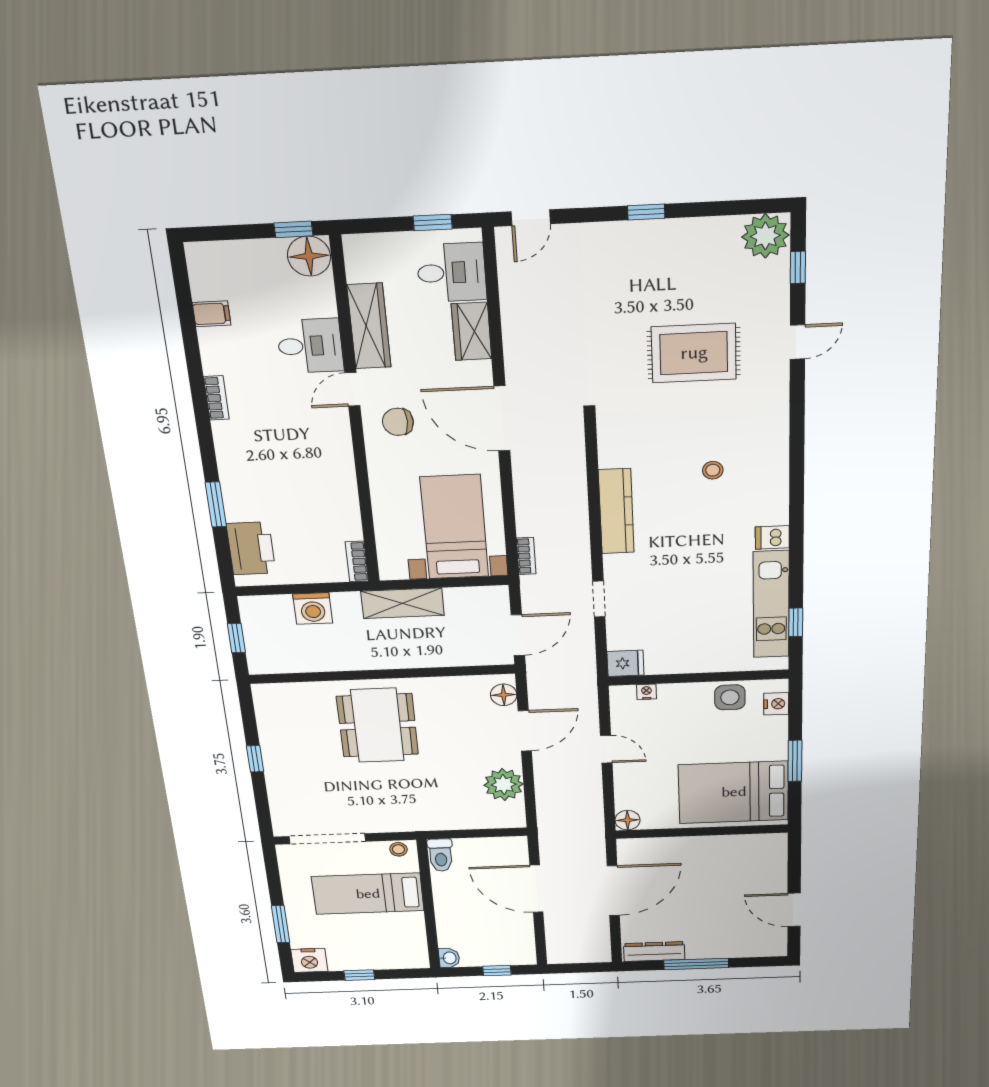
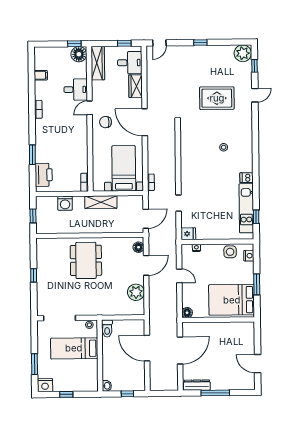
wardrobe: (369, 326) -> (98, 63), moved
kitchen counter: (616, 511) -> (186, 164), removed

